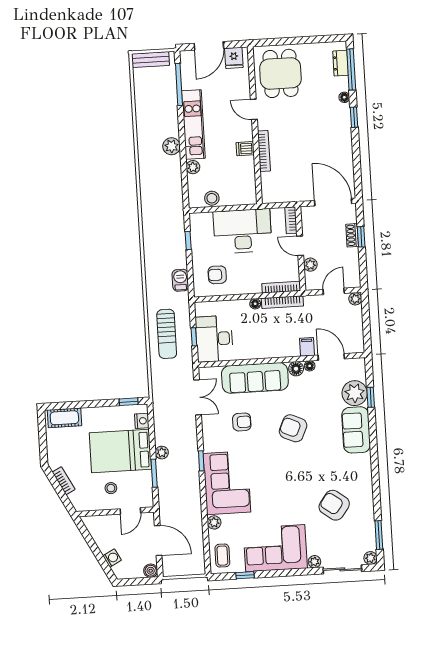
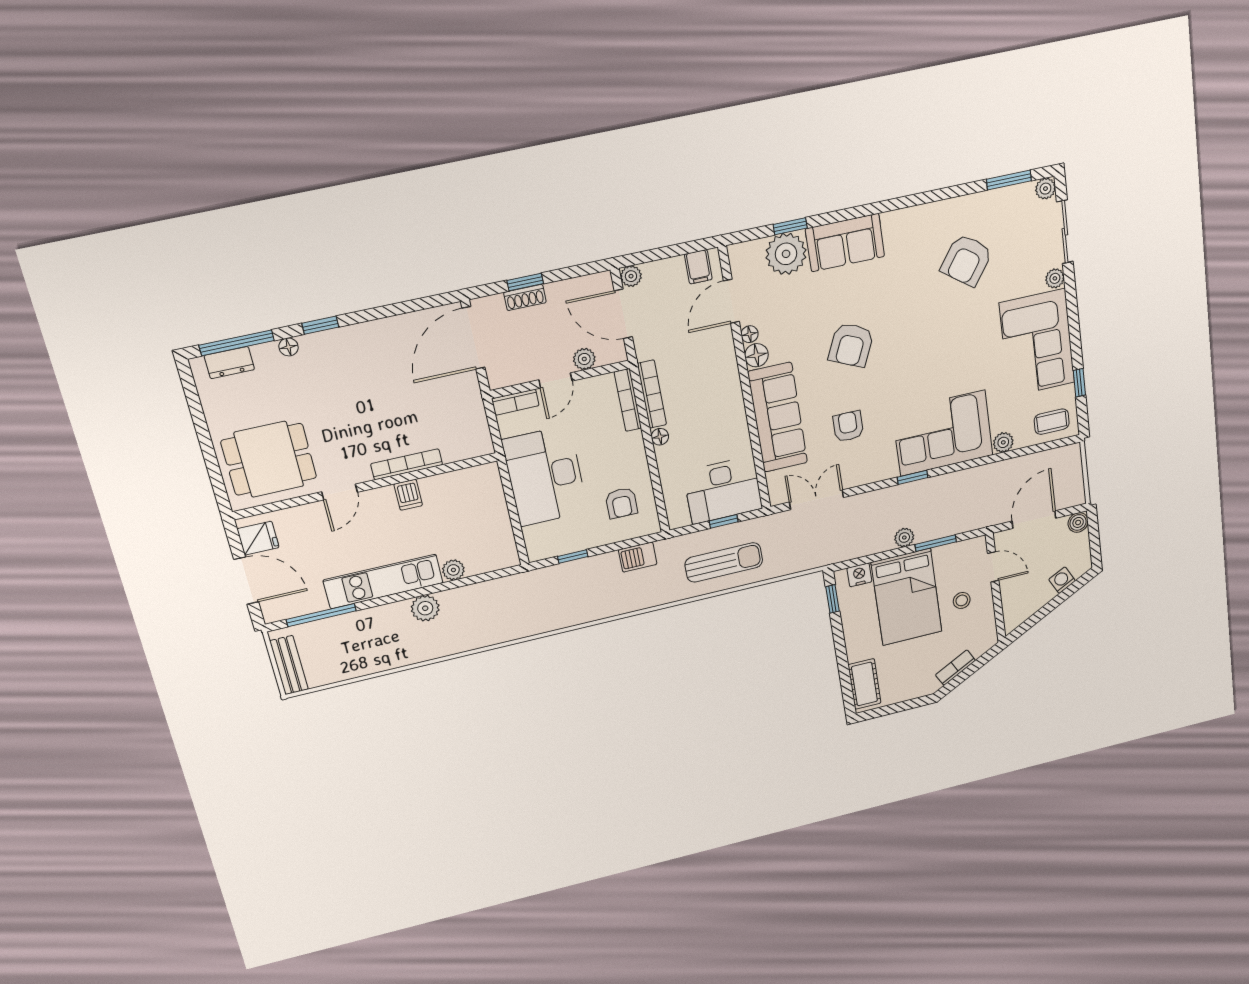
stool: (212, 198) -> (499, 532), removed
door: (334, 291) -> (623, 314), width x1.38
filing cabinet: (307, 347) -> (698, 267), moved, turned -90

